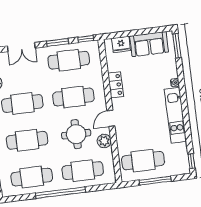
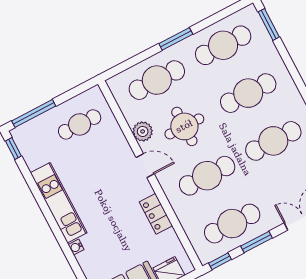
door: (111, 118) -> (145, 166), hinge flipped
cafe table: (143, 161) -> (80, 124), width x0.73, depth x0.74
window: (155, 181) -> (34, 113), moved
window: (61, 193) -> (176, 39), width x0.47

